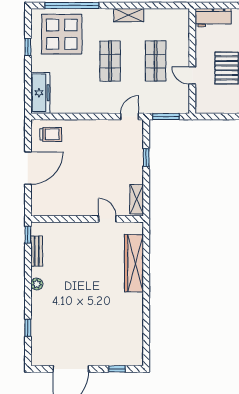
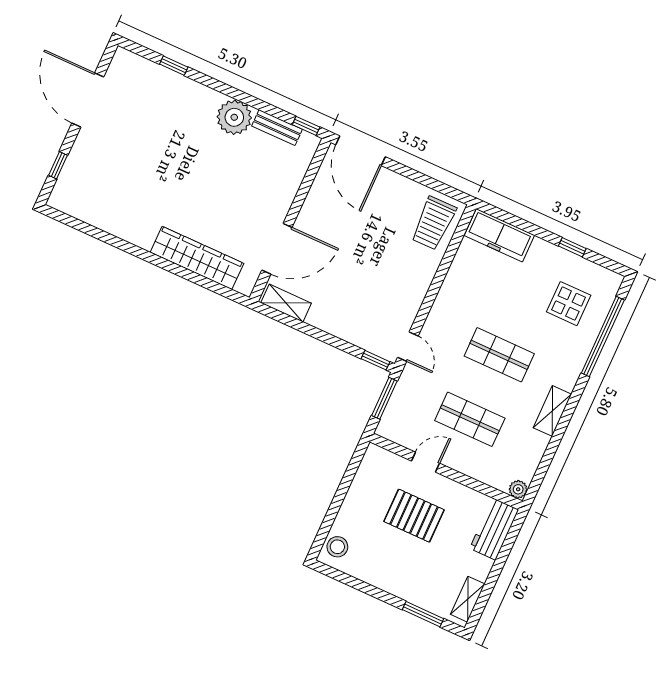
plant: (184, 14) -> (518, 489), added
display table: (62, 34) -> (569, 304), width x0.54, depth x0.54
trolley: (51, 134) -> (434, 223), width x1.36, depth x1.39
window: (146, 157) -> (375, 360), moved
door: (28, 168) -> (361, 151), moved
door: (107, 219) -> (277, 249), width x1.87
plant: (37, 284) -> (234, 117), width x1.87, depth x1.87

